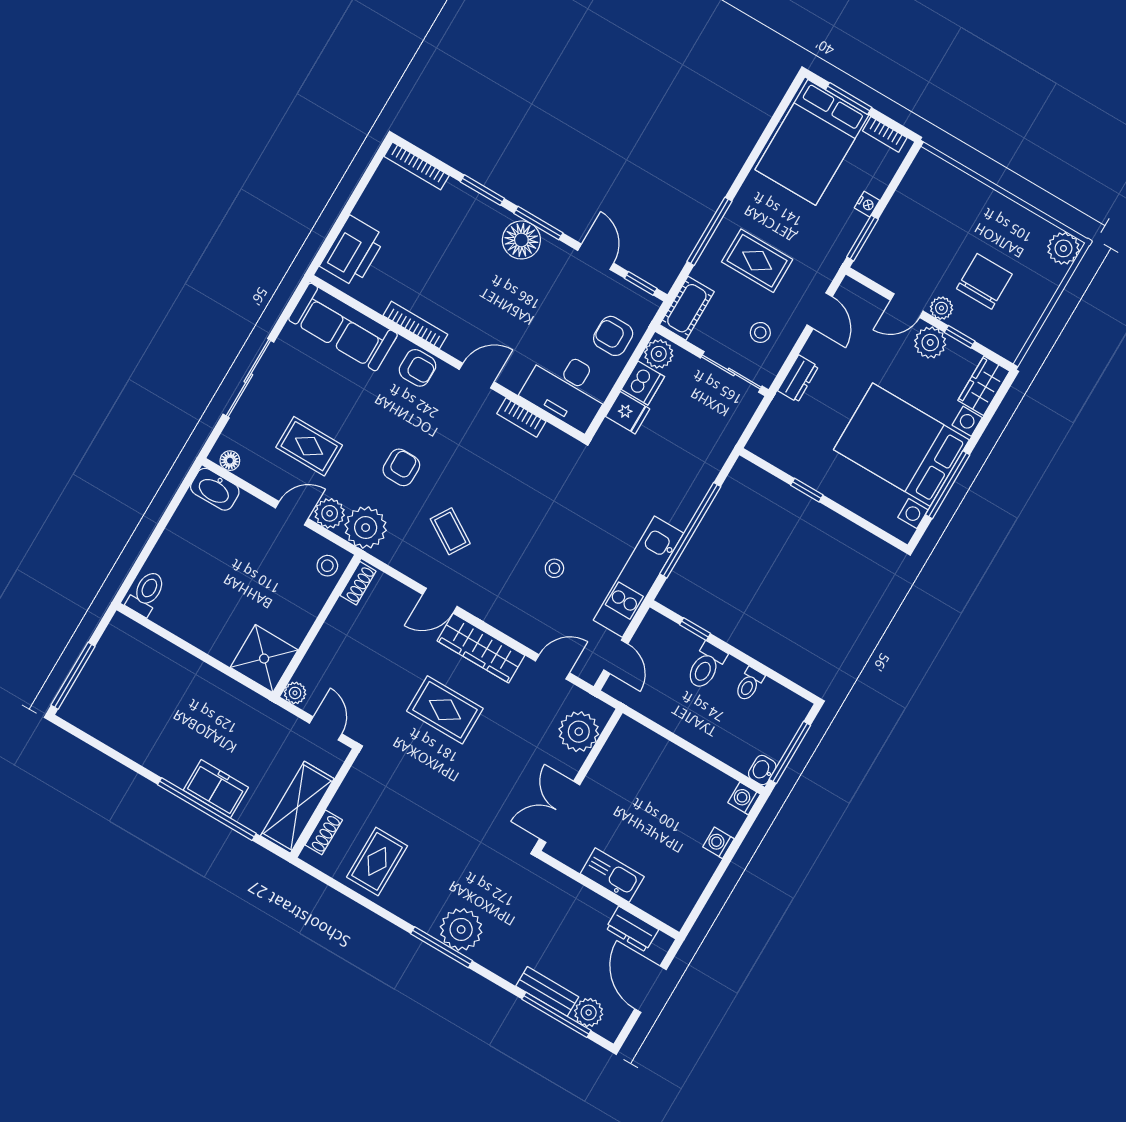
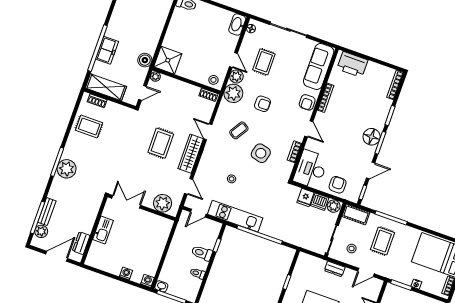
side table: (510, 492) -> (261, 153), added
boiler: (254, 709) -> (145, 60), added

